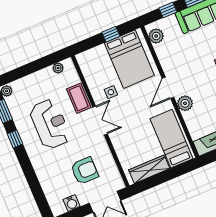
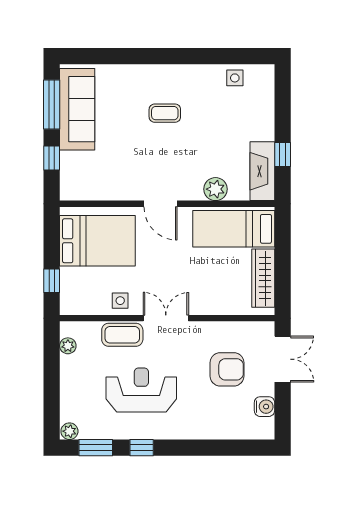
window: (111, 34) -> (52, 281), moved
plant: (156, 36) -> (81, 190), removed
side table: (111, 92) -> (120, 301), moved
plant: (185, 103) -> (215, 189), moved
armchair: (85, 171) -> (227, 369), turned 90

